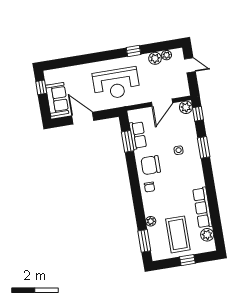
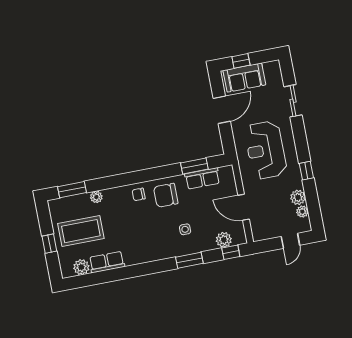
sliding door: (77, 61) -> (293, 101), added
window: (41, 87) -> (241, 61), moved
plant: (186, 107) -> (224, 240), moved
chair: (151, 165) -> (166, 195), turned -90
row of seats: (202, 208) -> (107, 262), width x0.68

